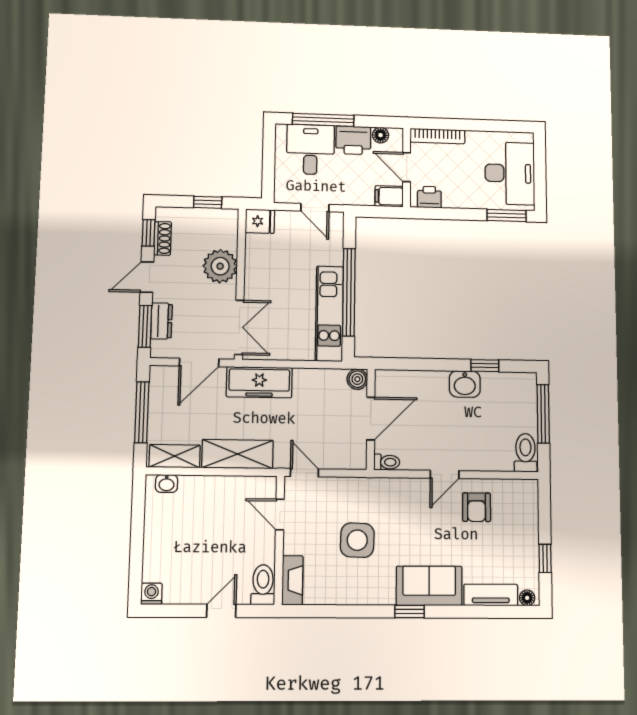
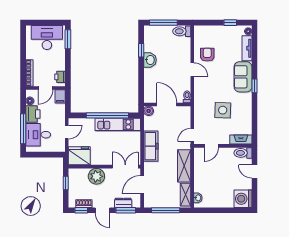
fridge: (260, 221) -> (79, 156), width x1.88, depth x1.34
door: (199, 362) -> (142, 185), swing flipped
freezer: (259, 382) -> (151, 146), moved
armchair: (477, 507) -> (207, 55), turned -90
washing machine: (151, 594) -> (243, 199), width x1.89, depth x1.89

